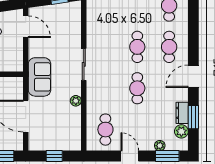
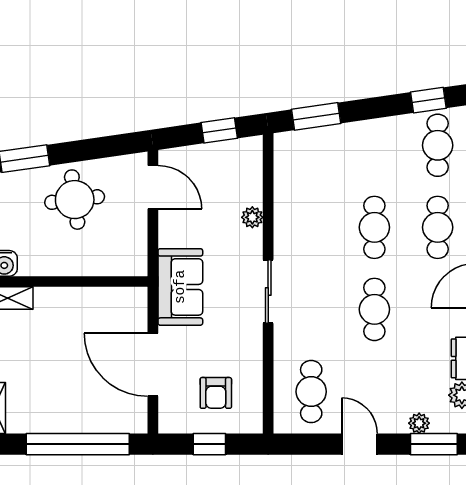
sliding door: (84, 64) -> (268, 292), moved
plant: (76, 101) -> (252, 217), moved
armchair: (57, 130) -> (216, 393), added

